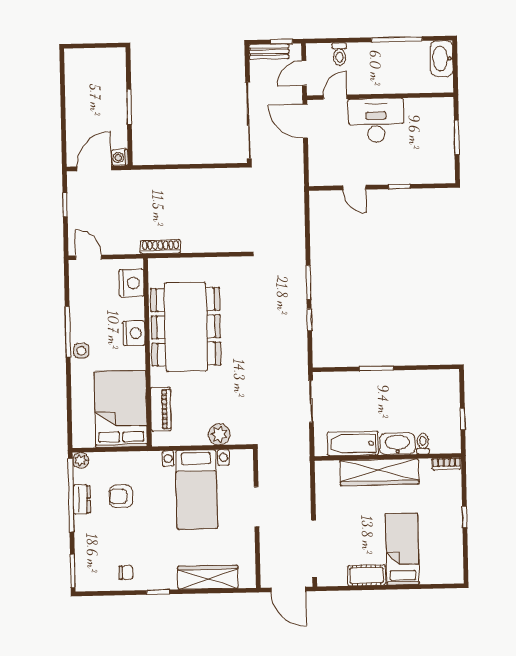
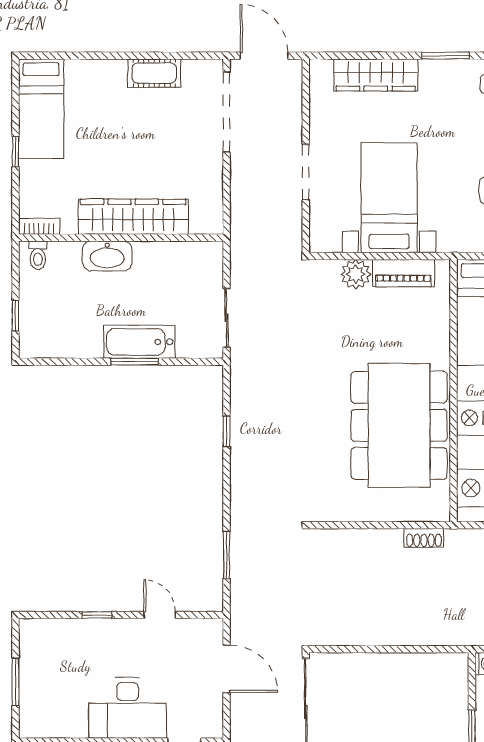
door: (305, 121) -> (227, 669), moved
shoe rack: (160, 247) -> (424, 538), width x0.70
window: (309, 282) -> (227, 555), moved
piano: (161, 409) -> (404, 273), moved, turned -90
window: (463, 419) -> (15, 315), moved
bathtub: (353, 444) -> (139, 342), moved, turned 180
toilet: (423, 444) -> (38, 255), moved
bed: (402, 549) -> (41, 109), moved
window: (158, 592) -> (445, 56), width x1.50

